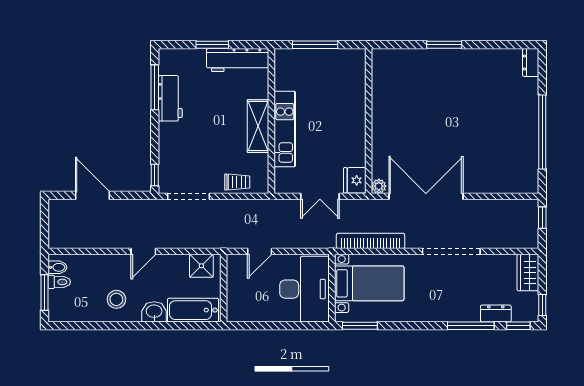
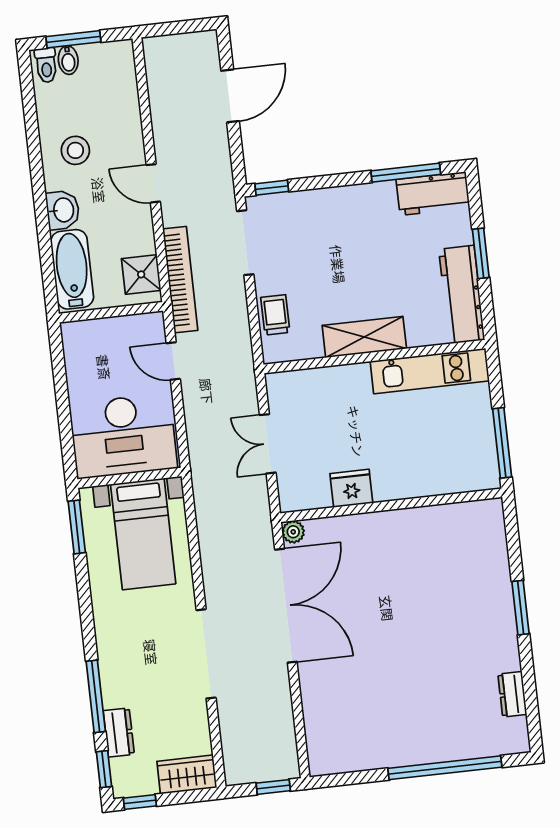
window: (315, 45) -> (502, 443), moved
dresser: (531, 62) -> (512, 694), moved, turned -90
workbench: (170, 98) -> (433, 193), moved
kitchen unit: (285, 129) -> (430, 371), moved
window: (542, 132) -> (445, 768), moved
fridge: (355, 180) -> (351, 488), moved
trolley: (237, 182) -> (275, 315), turned 180
bookcase: (371, 241) -> (180, 280), moved
bidet: (58, 267) -> (68, 60), moved
toilet: (59, 282) -> (46, 65), moved

